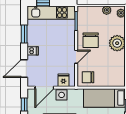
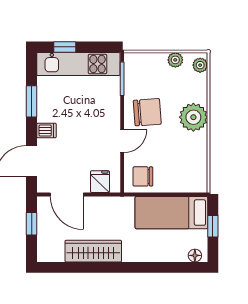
chair: (91, 40) -> (147, 112), turned -94
door: (44, 88) -> (67, 194), hinge flipped
side table: (62, 95) -> (97, 207), removed

